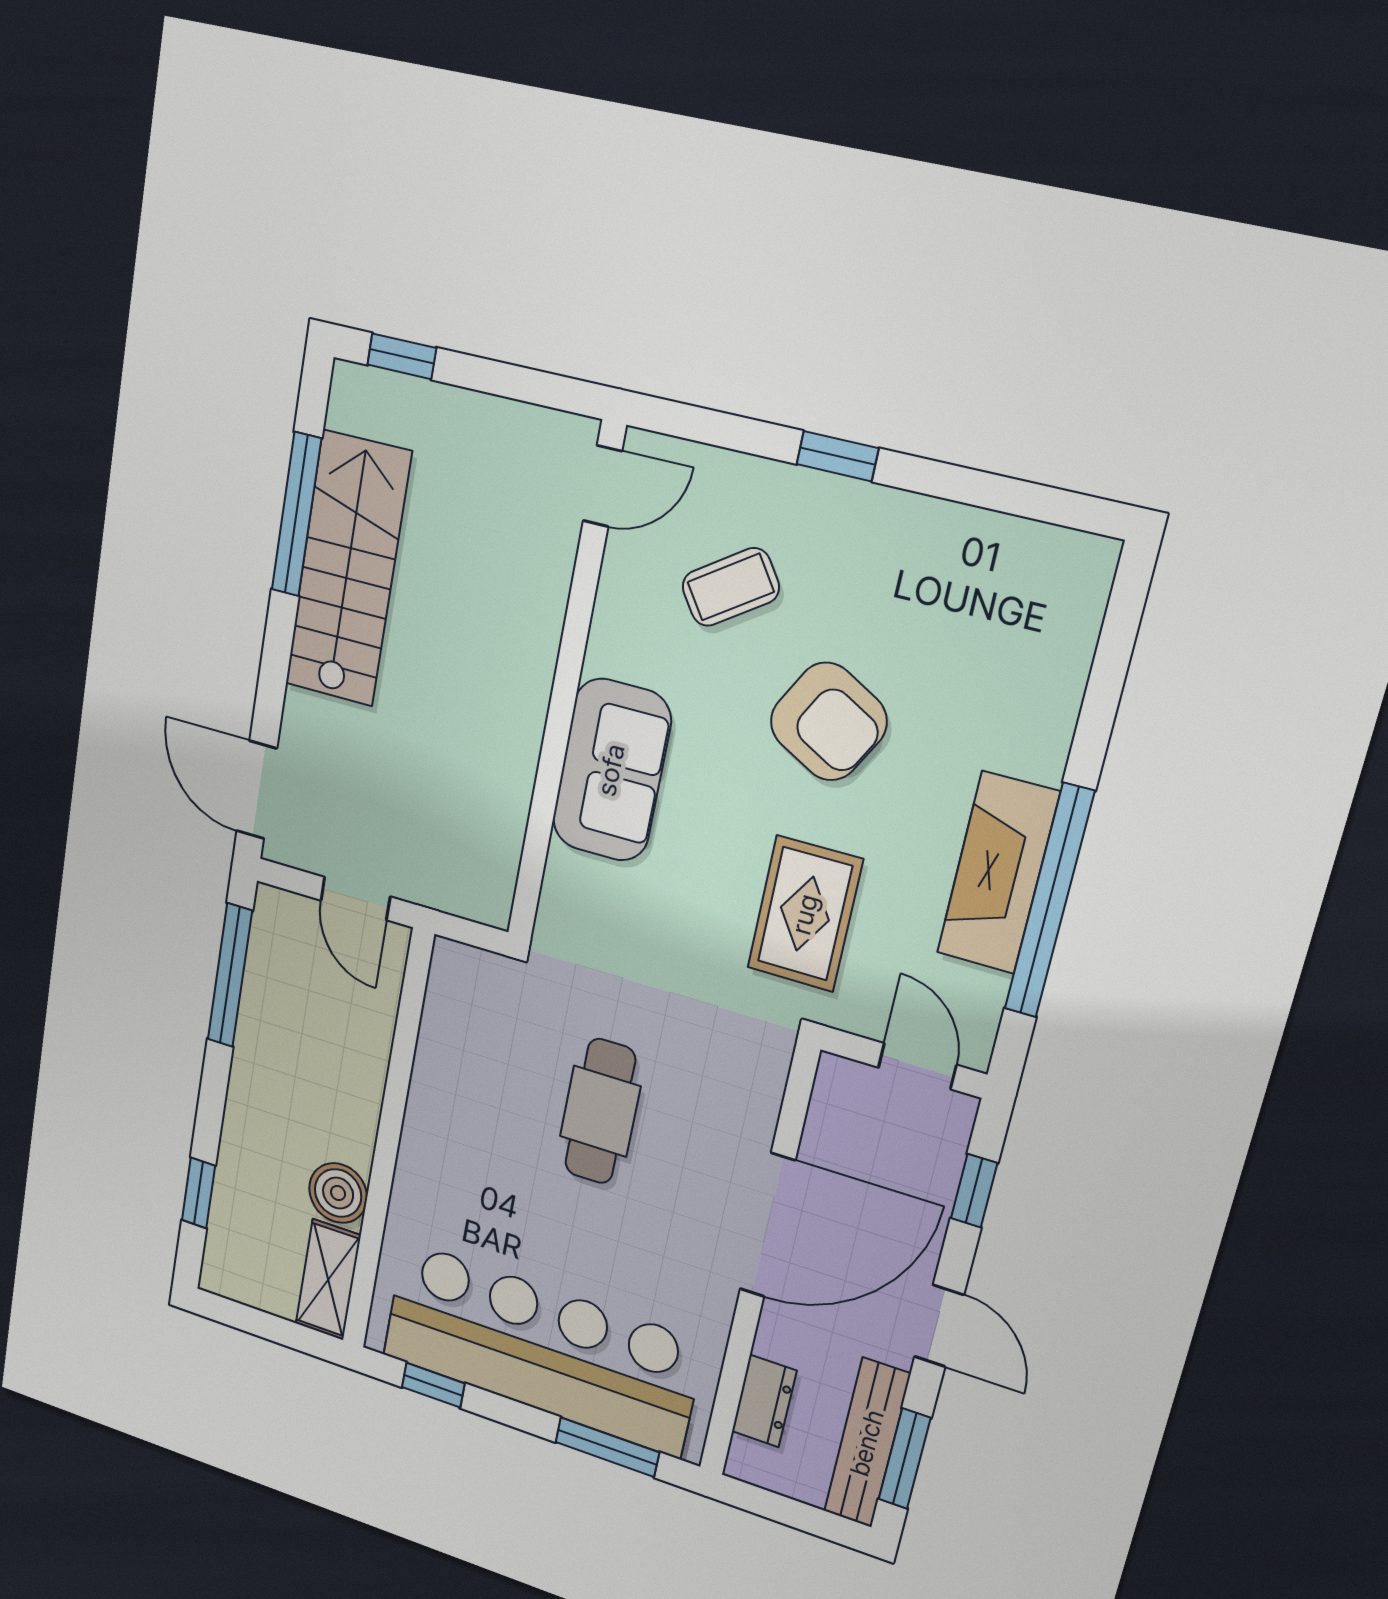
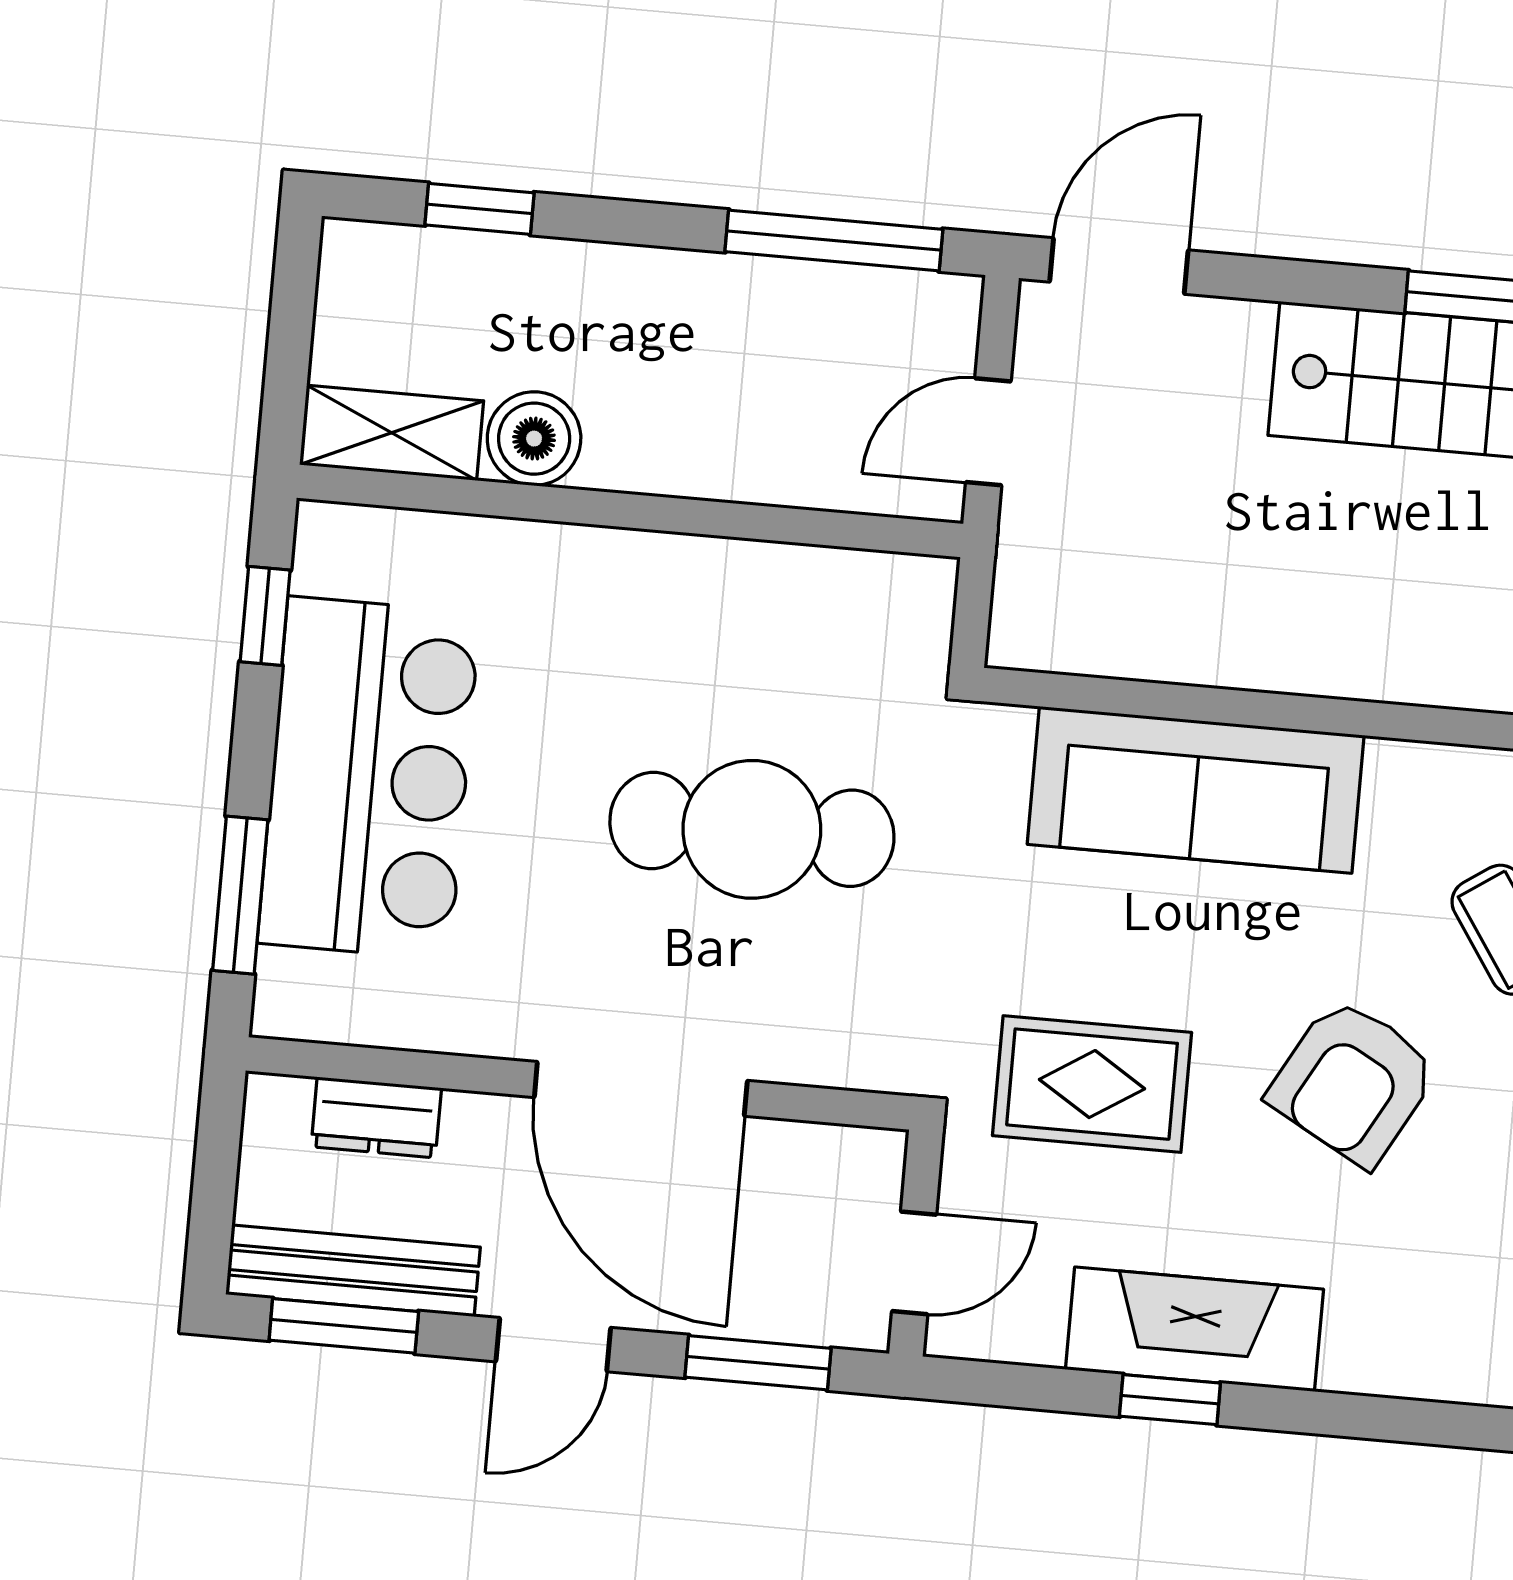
sofa: (611, 770) -> (1196, 790), width x1.36
window: (1049, 901) -> (1170, 1400), width x0.32
cafe table: (600, 1111) -> (752, 829), width x1.37, depth x1.35
window: (974, 1191) -> (758, 1363), width x1.50
bar counter: (541, 1348) -> (369, 778), width x0.73

